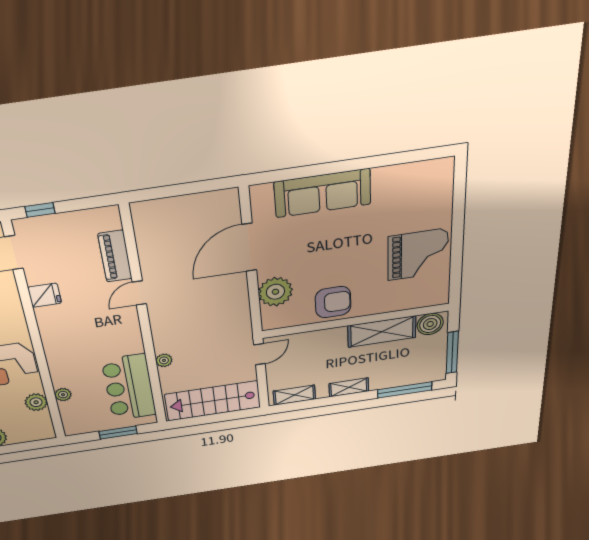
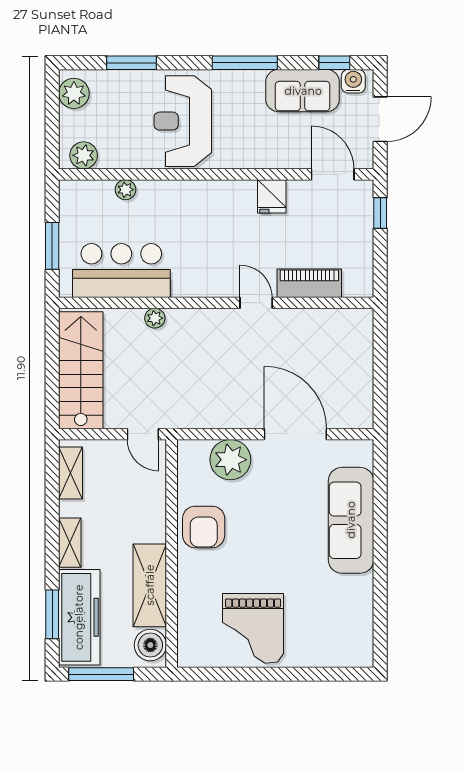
freezer: (407, 373) -> (79, 617), added
window: (405, 390) -> (52, 614), width x0.69
plant: (36, 402) -> (84, 155), moved

